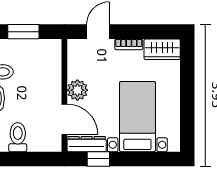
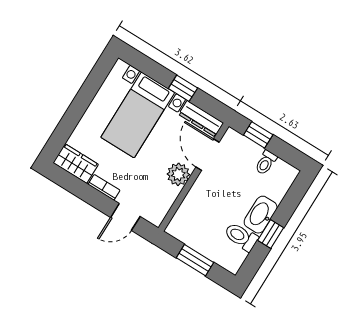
toilet: (18, 137) -> (266, 163), width x0.73, depth x0.72
window: (35, 159) -> (258, 135), added
window: (98, 159) -> (183, 88), moved

